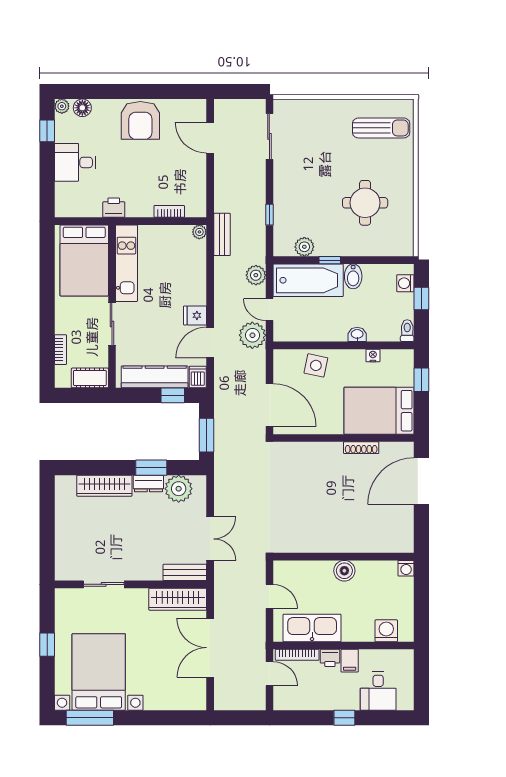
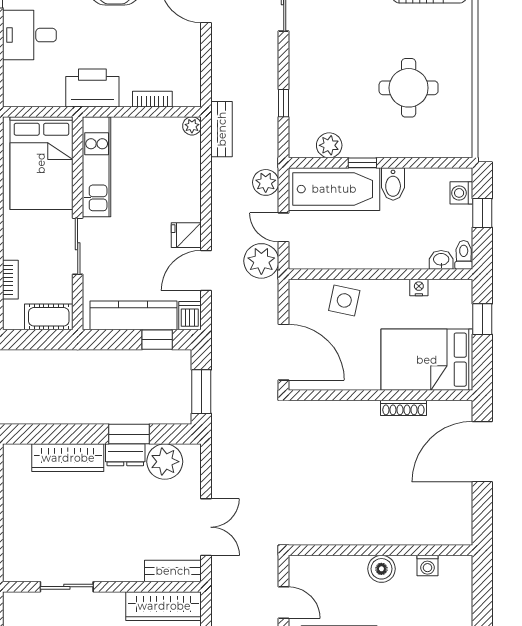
printer: (114, 208) -> (92, 88), width x1.87, depth x1.48
washbasin: (357, 334) -> (441, 260), moved
washing machine: (406, 568) -> (427, 566), moved

